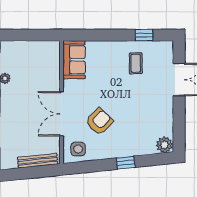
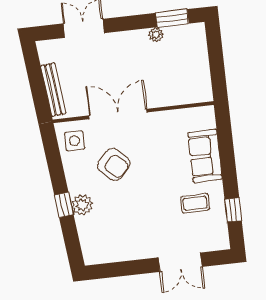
sofa: (74, 60) -> (205, 156), moved, turned 90
plant: (164, 145) -> (82, 205), moved

